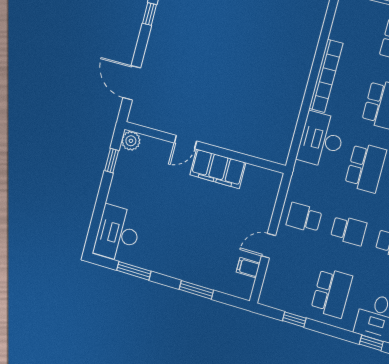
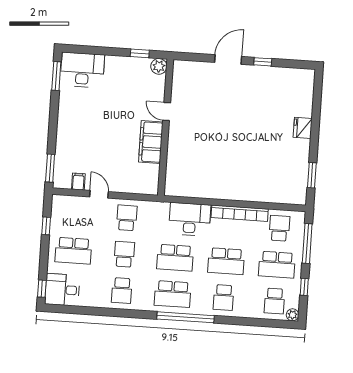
school desk: (355, 29) -> (279, 228), added
door: (132, 83) -> (228, 59), moved
school desk: (349, 230) -> (124, 254), turned 180
window: (134, 271) -> (56, 76), moved
window: (196, 290) -> (50, 168), moved

